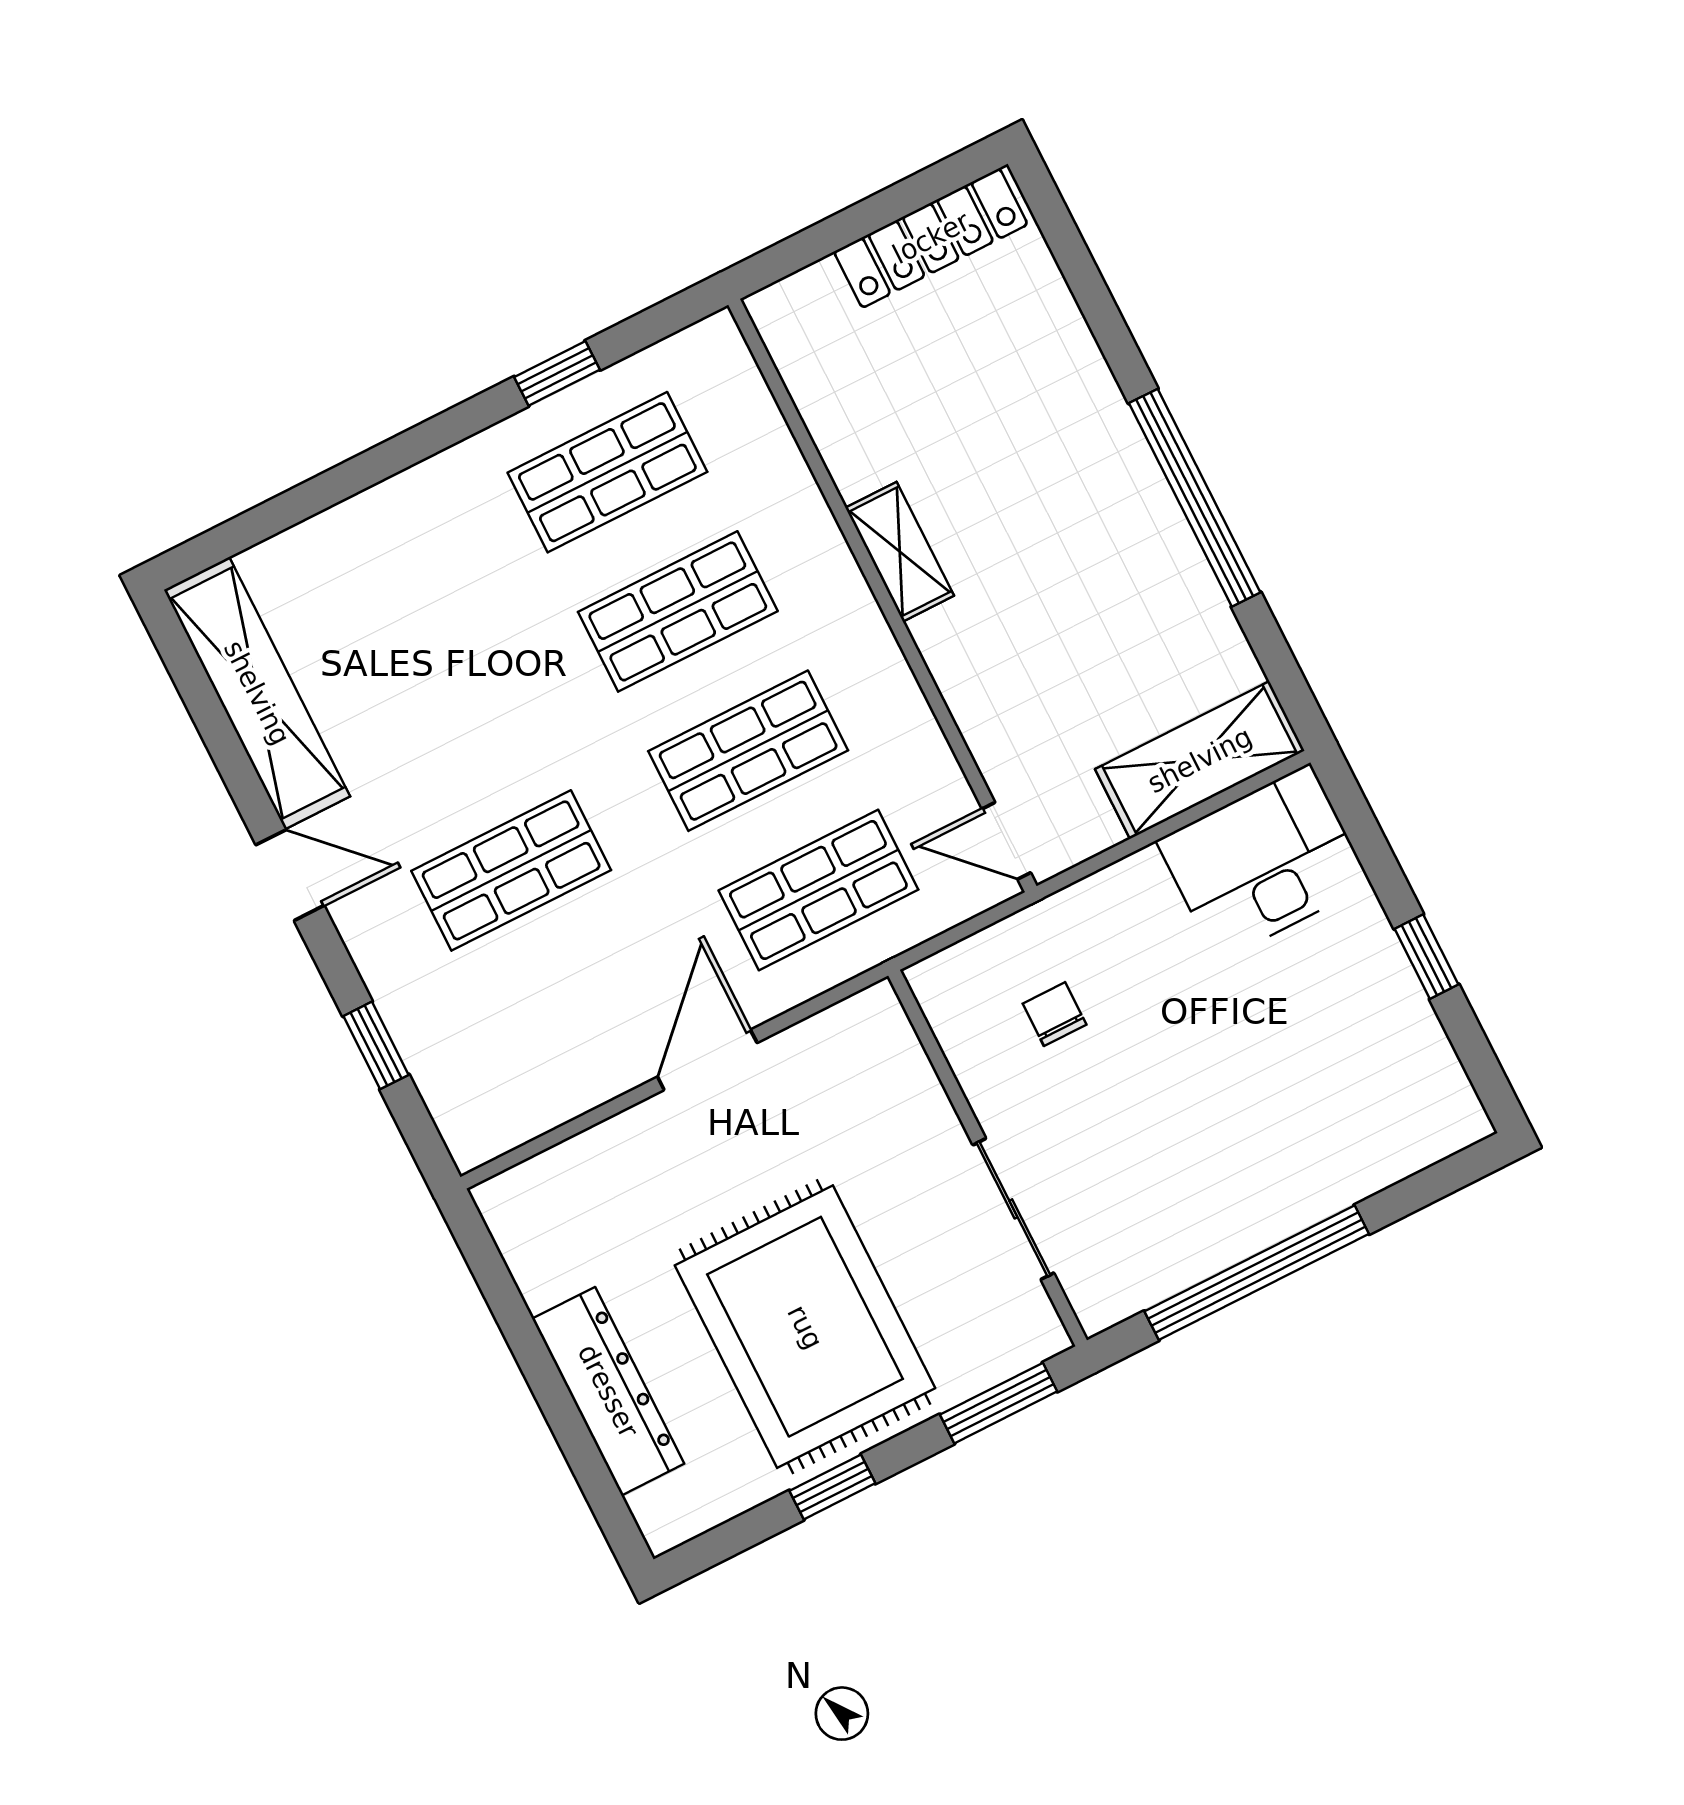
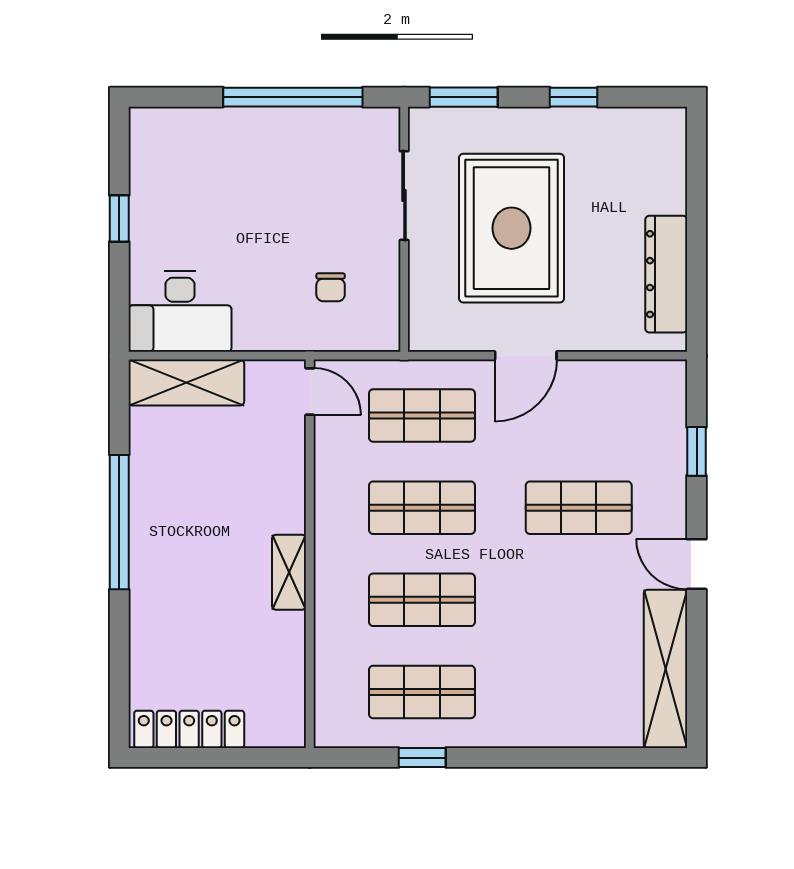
rug: (805, 1327) -> (512, 228), moved
dresser: (608, 1391) -> (666, 274), moved

